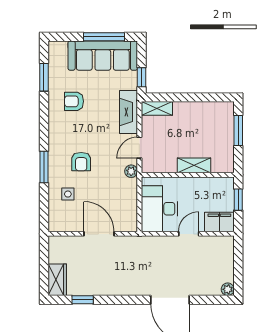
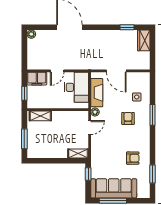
fireplace: (129, 112) -> (97, 93), moved
shelving: (194, 165) -> (40, 116), moved

